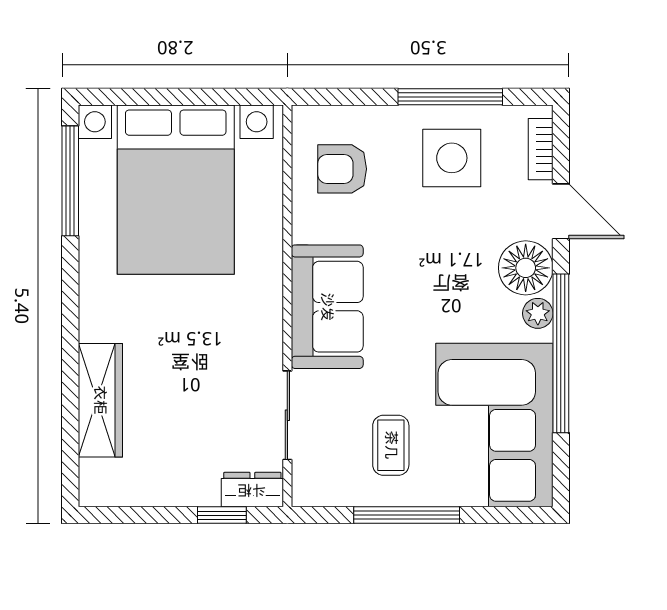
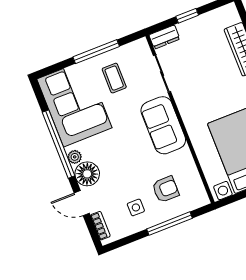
window: (450, 97) -> (170, 224), moved
side table: (452, 158) -> (136, 207), width x0.54, depth x0.54
armchair: (342, 169) -> (165, 189), moved
window: (222, 515) -> (187, 16), moved

